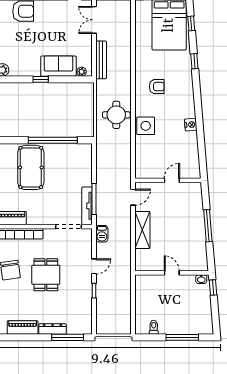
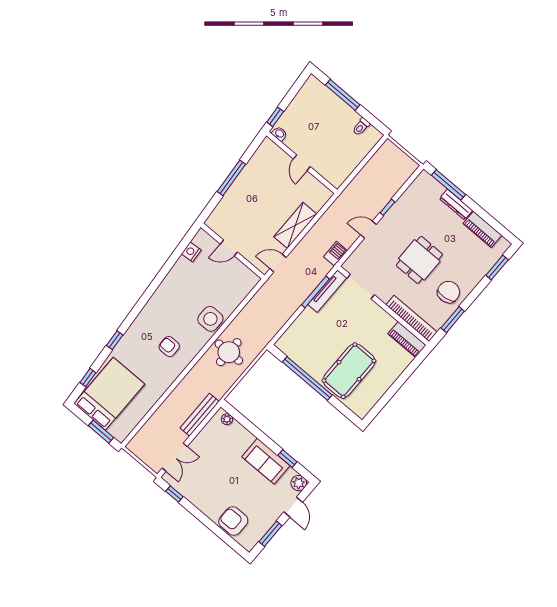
sofa: (58, 66) -> (266, 461), moved
window: (41, 79) -> (287, 458), moved
nightstand: (191, 125) -> (191, 252), moved

